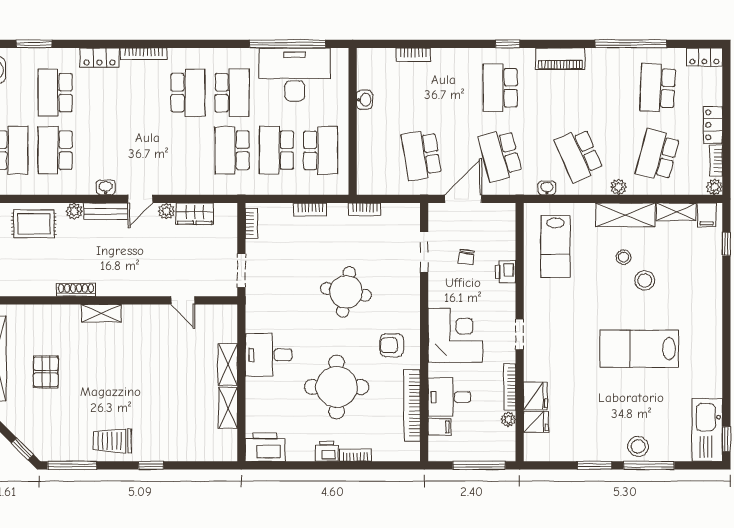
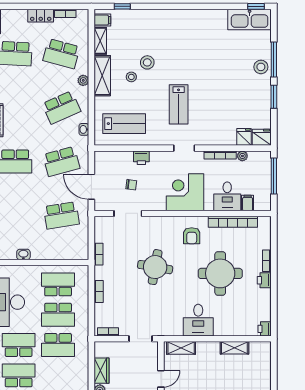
plant: (714, 187) -> (83, 15), removed
lab bench: (639, 349) -> (179, 104), moved, width x0.73, depth x0.72
shelving: (228, 365) -> (181, 348), moved
fridge: (536, 396) -> (262, 137), moved
printer: (265, 447) -> (265, 329), width x0.53, depth x0.68

